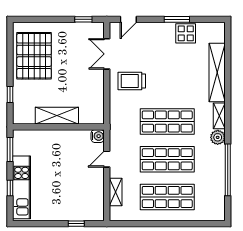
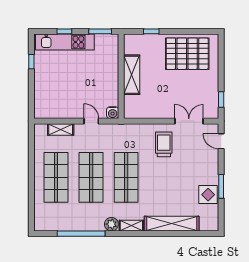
window: (76, 224) -> (31, 62), moved

